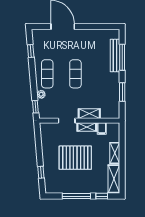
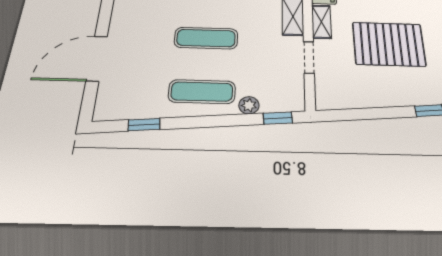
pallet: (75, 158) -> (389, 44), turned 90

